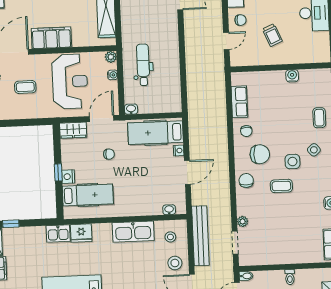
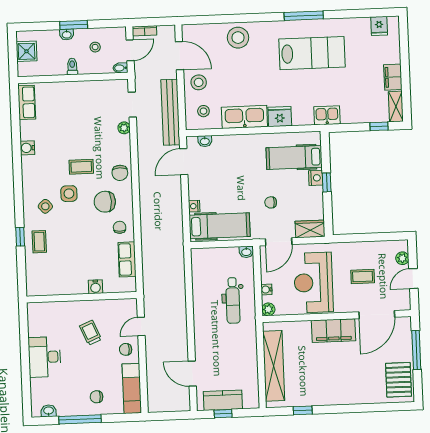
water cooler: (292, 76) -> (95, 287), moved
door: (187, 172) -> (184, 162), moved
fridge: (81, 233) -> (280, 117), moved

